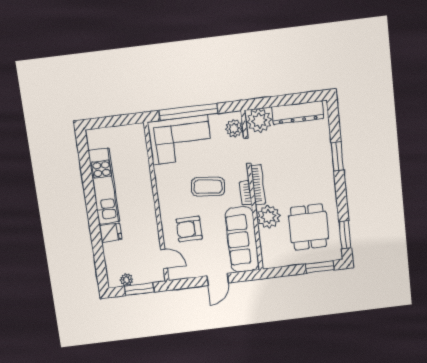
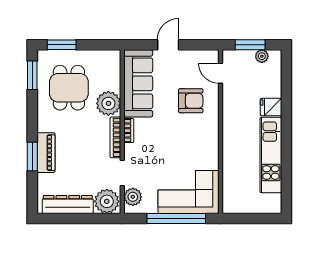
piano: (324, 162) -> (46, 153), added
coffee table: (208, 187) -> (166, 142), removed

